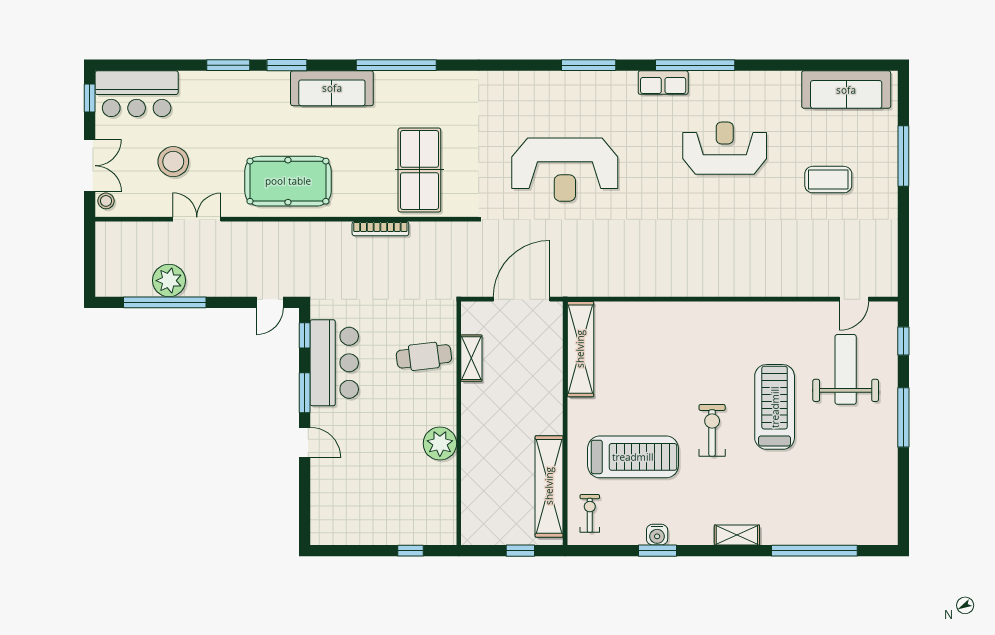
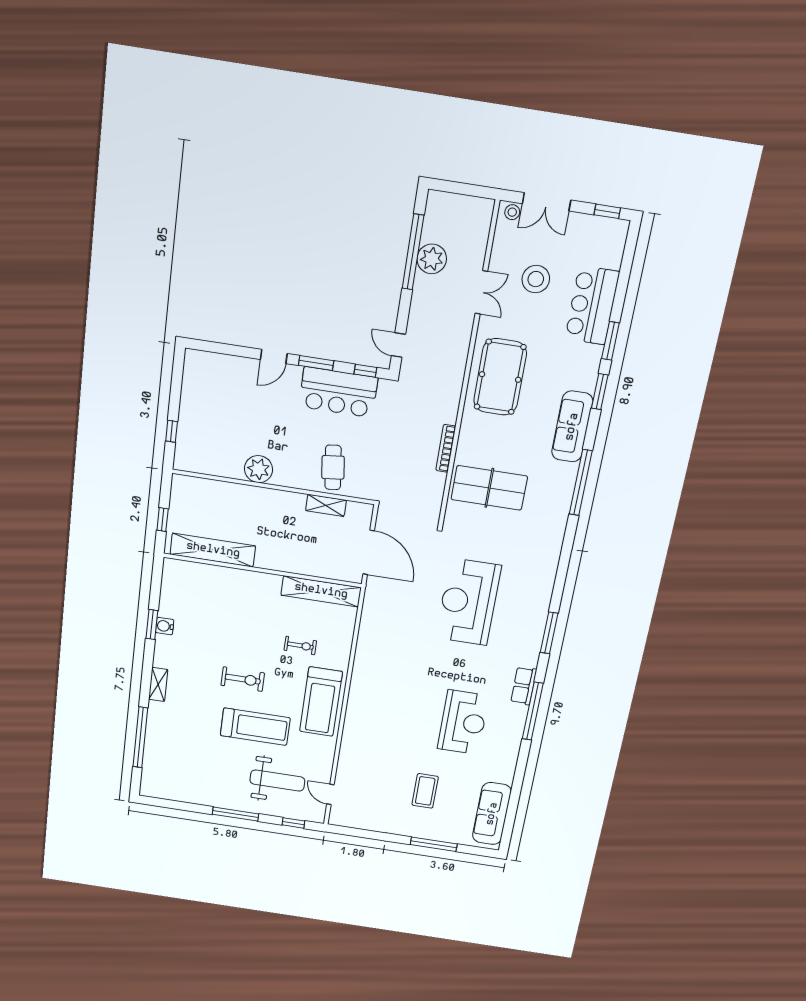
bar counter: (137, 94) -> (592, 305), moved
treadmill: (633, 457) -> (321, 702), moved
exercise bike: (590, 513) -> (300, 646), moved

